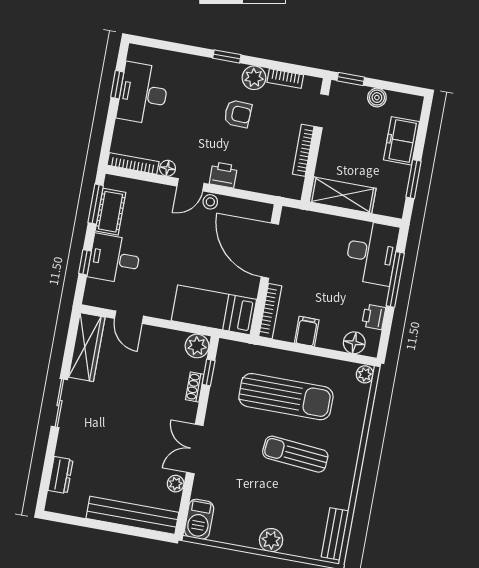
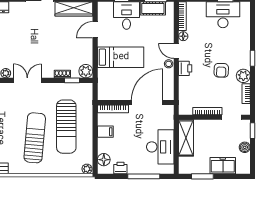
desk: (372, 253) -> (160, 147), moved, turned -90
bed: (214, 310) -> (121, 57), moved, turned 90
sun lounger: (295, 454) -> (35, 138), width x1.36, depth x1.34

